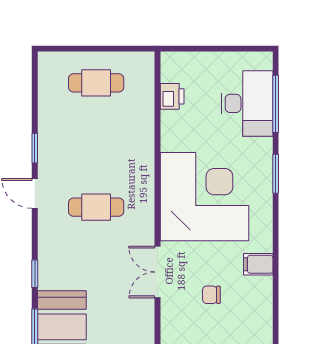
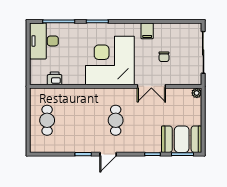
desk: (247, 103) -> (44, 41), moved, turned -90

